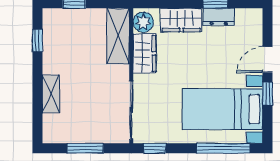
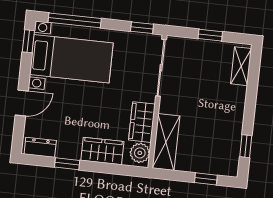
dresser: (219, 17) -> (40, 147), moved
shelving: (51, 94) -> (241, 66), moved
window: (268, 94) -> (28, 41), moved
window: (85, 148) -> (210, 35), width x0.67

